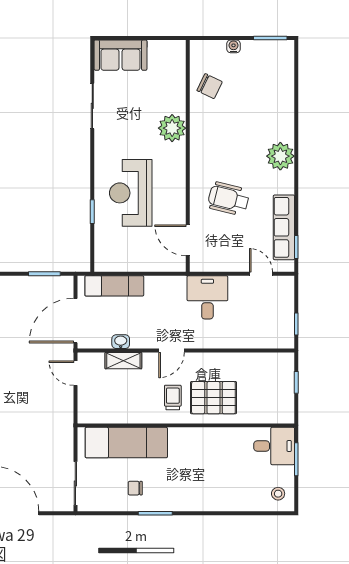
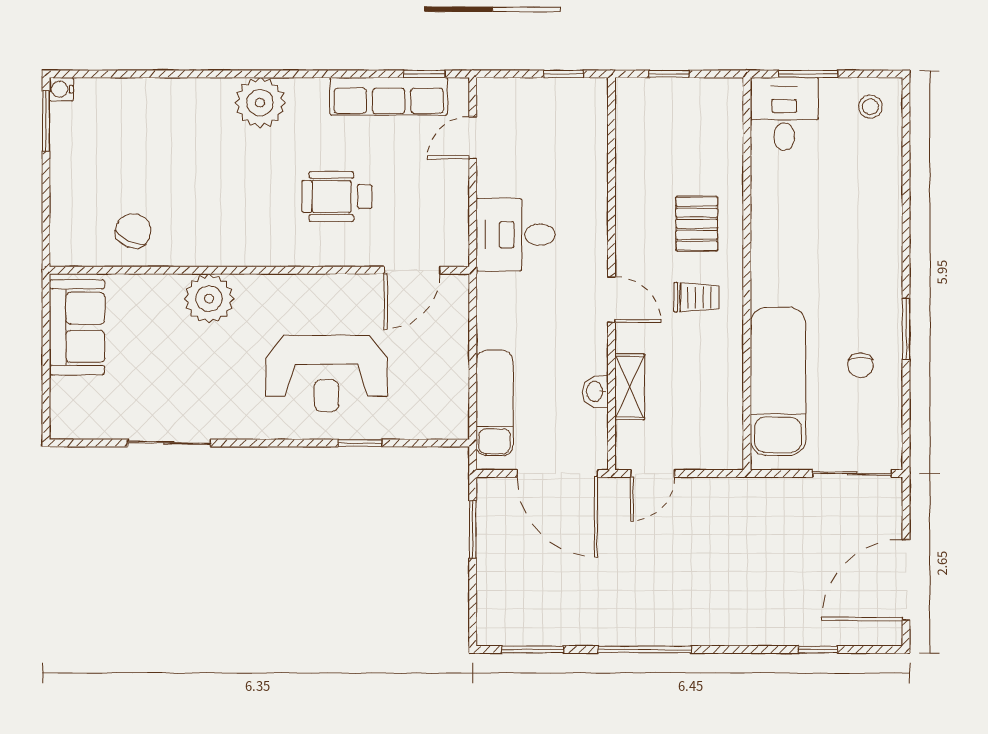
water cooler: (233, 46) -> (61, 89), moved
sofa: (121, 55) -> (77, 327), moved
wheelchair: (229, 199) -> (337, 196), turned 76
trolley: (173, 397) -> (696, 297), turned 180
pallet: (213, 398) -> (697, 224), width x0.67, depth x0.71

